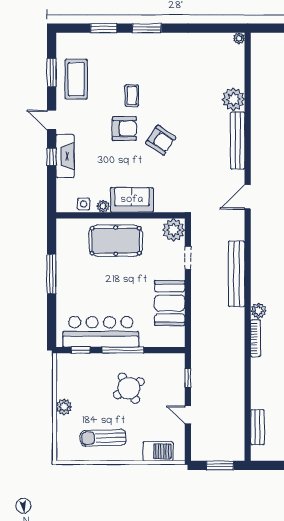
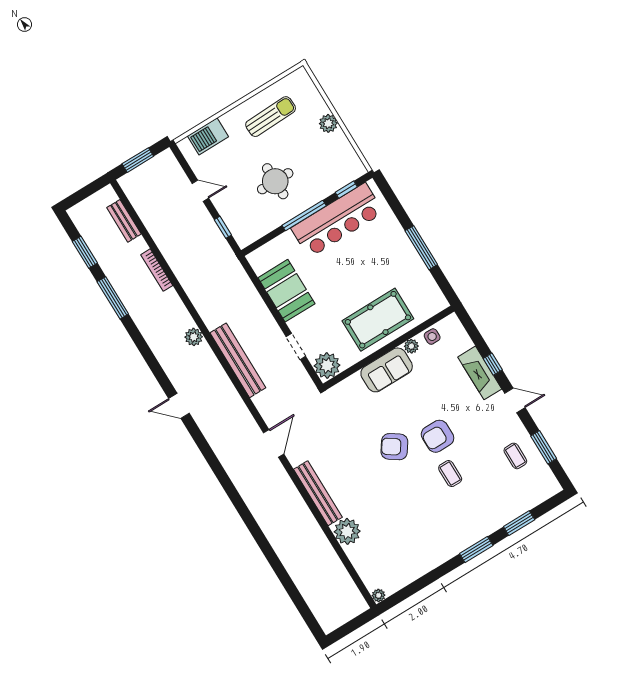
coffee table: (76, 79) -> (515, 456), width x0.54, depth x0.58
bookcase: (256, 338) -> (157, 270), moved
round table: (129, 388) -> (275, 181), turned 30

